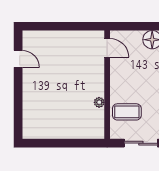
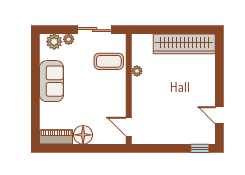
window: (37, 26) -> (200, 148), added
wardrobe: (53, 129) -> (184, 44), added

